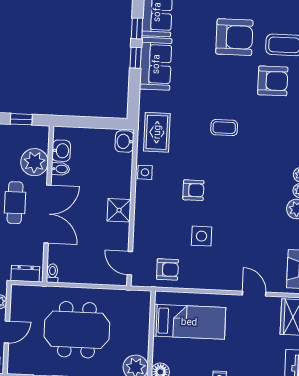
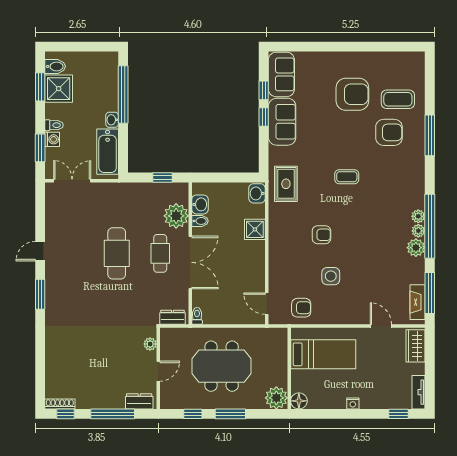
side table: (145, 172) -> (277, 221), removed
shower: (119, 210) -> (255, 229), moved

